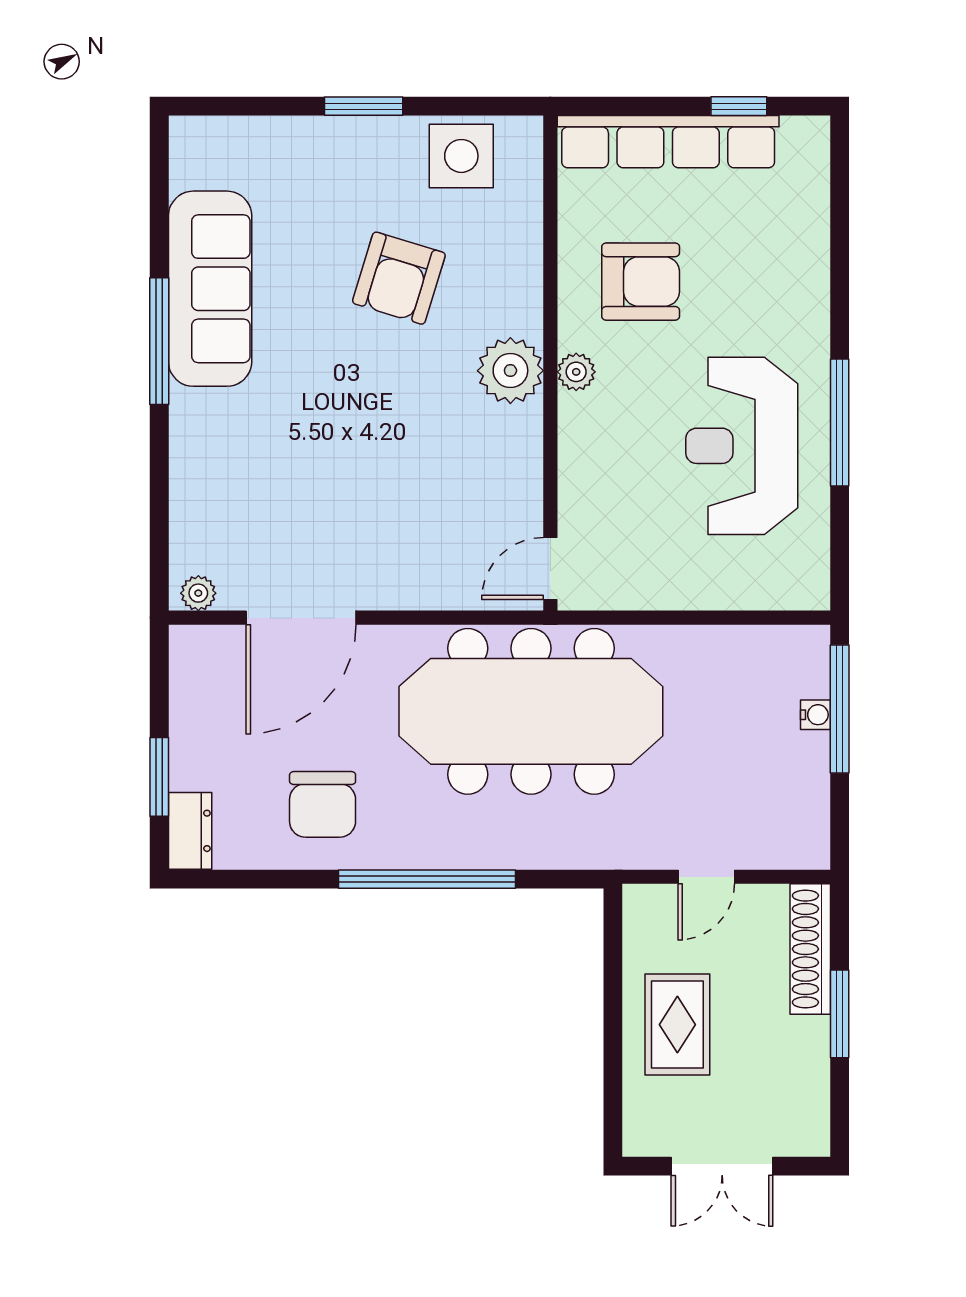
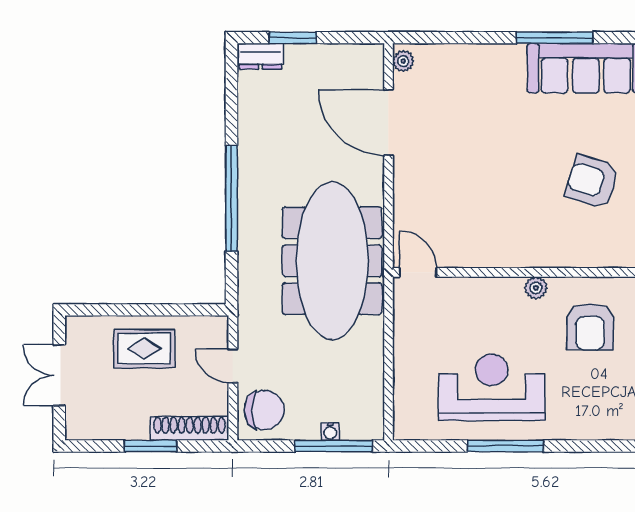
plant: (510, 371) -> (537, 248), removed
chair: (323, 804) -> (264, 410), moved, turned 180

